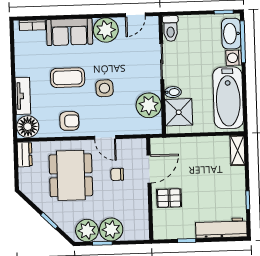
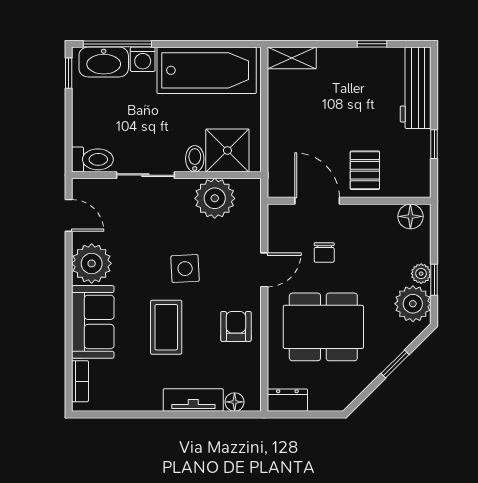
floor lamp: (28, 127) -> (235, 402), width x0.53, depth x0.53
floor lamp: (141, 227) -> (410, 216), added
plant: (111, 229) -> (421, 274), width x0.53, depth x0.53

